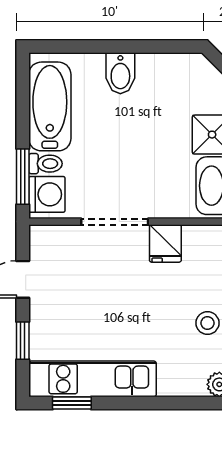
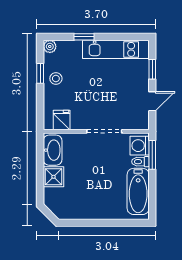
bidet: (120, 73) -> (101, 209), removed
fridge: (165, 243) -> (62, 120), moved
window: (72, 403) -> (84, 37), moved

